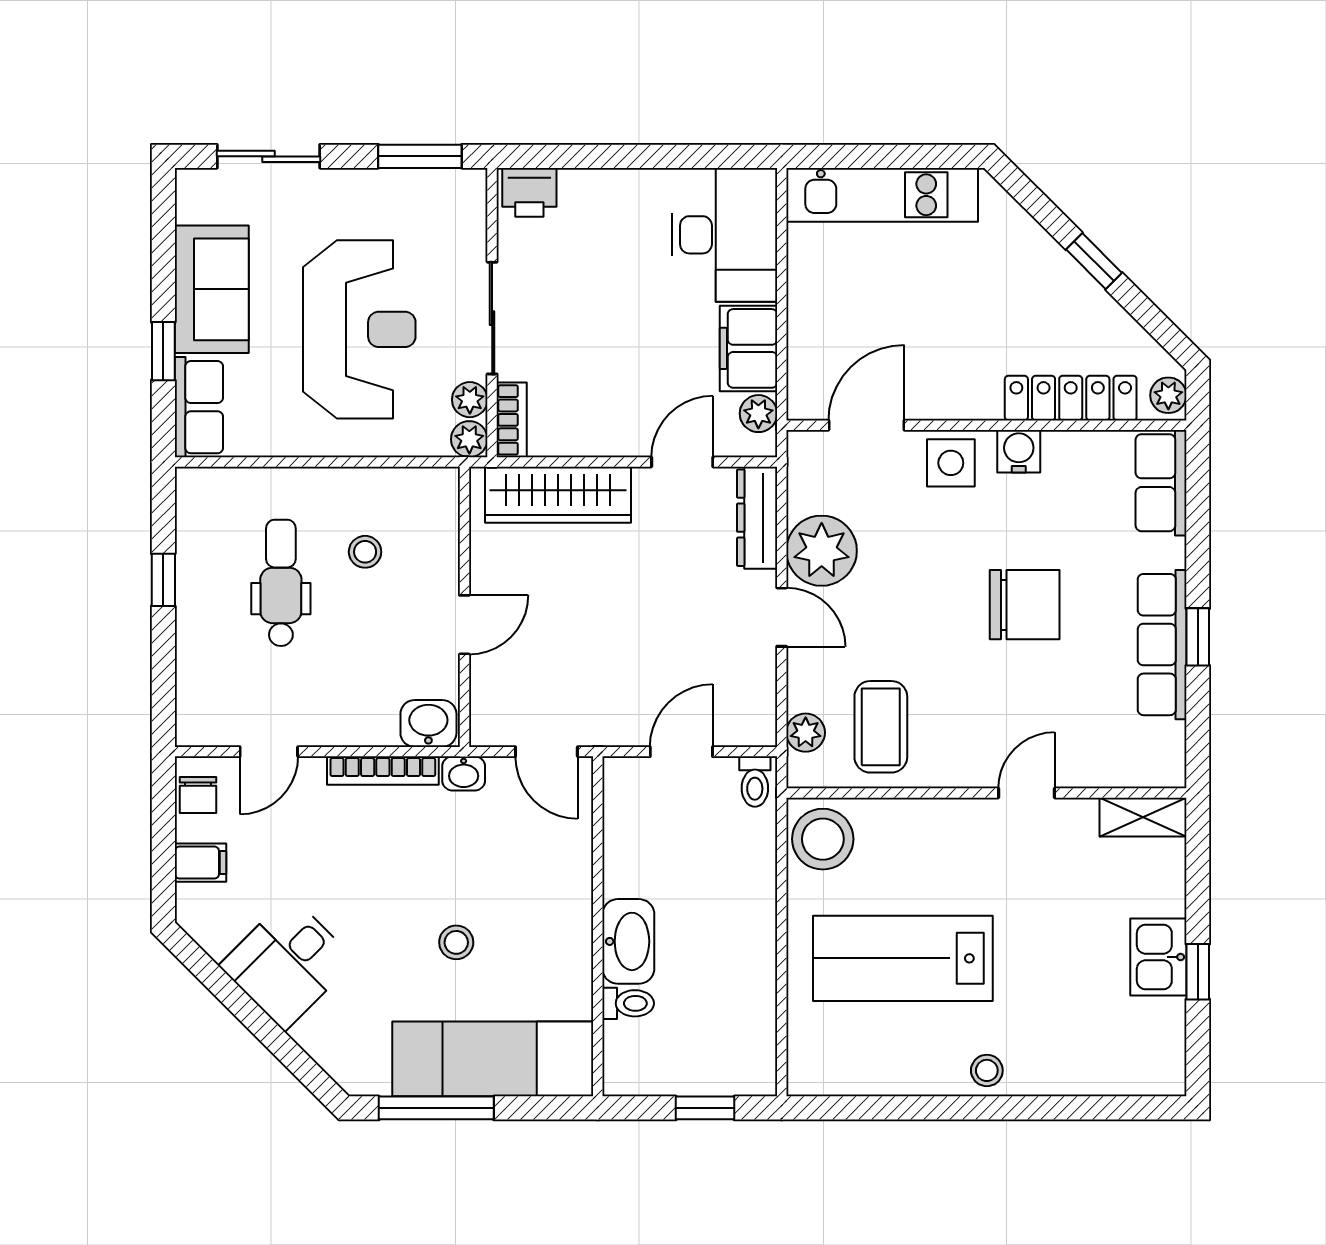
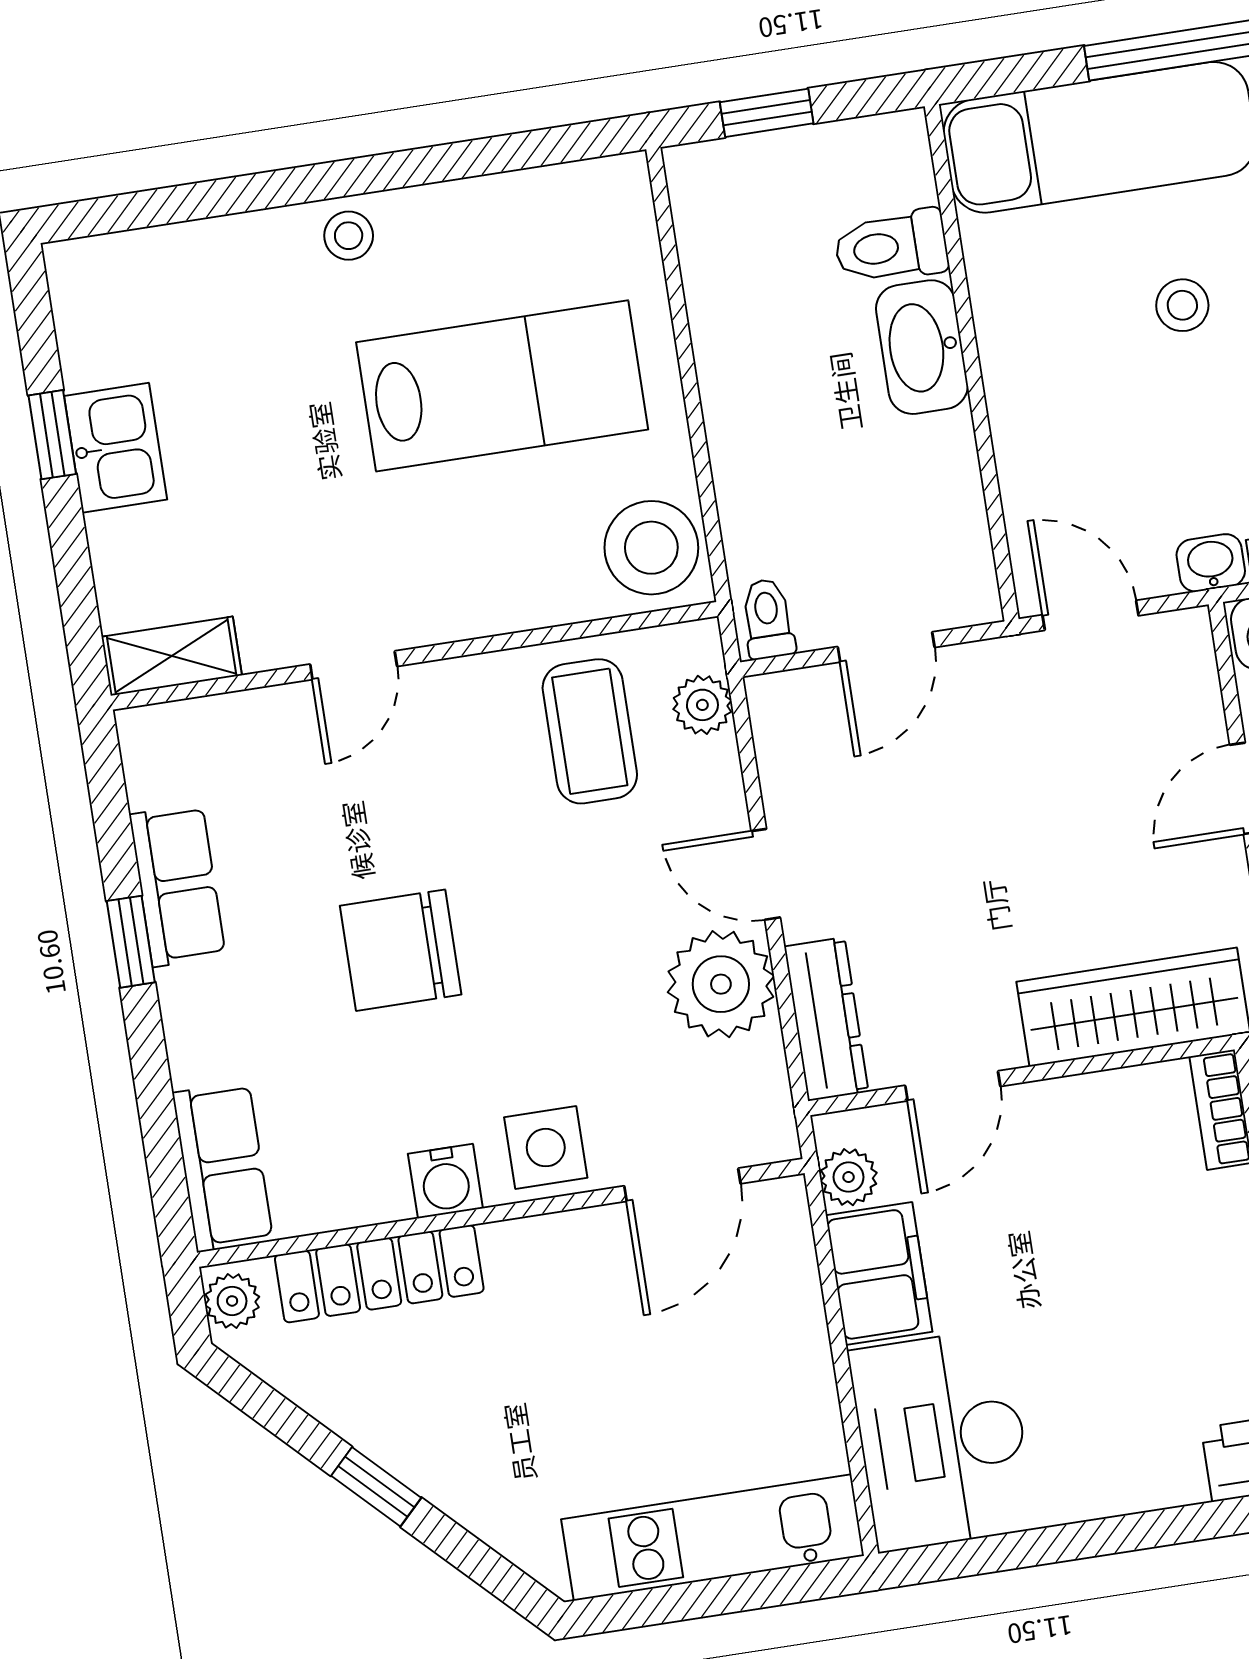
row of seats: (1162, 645) -> (177, 885), width x0.68
toilet: (628, 1003) -> (891, 247), width x1.37, depth x1.39

